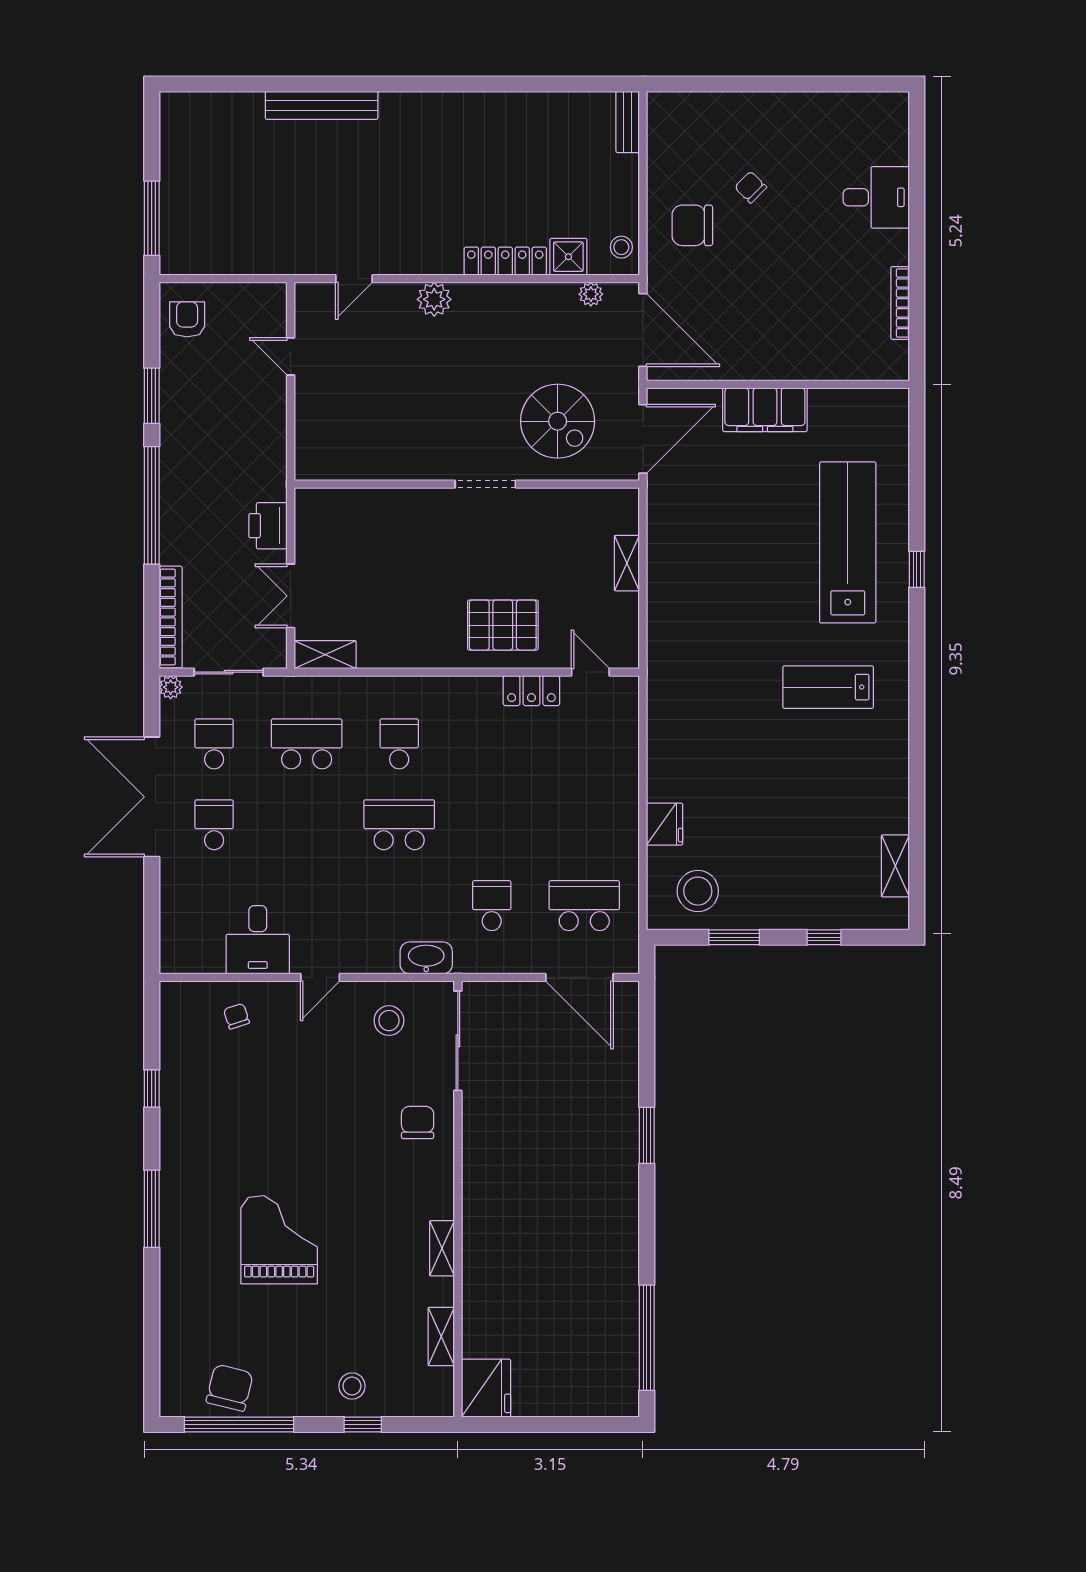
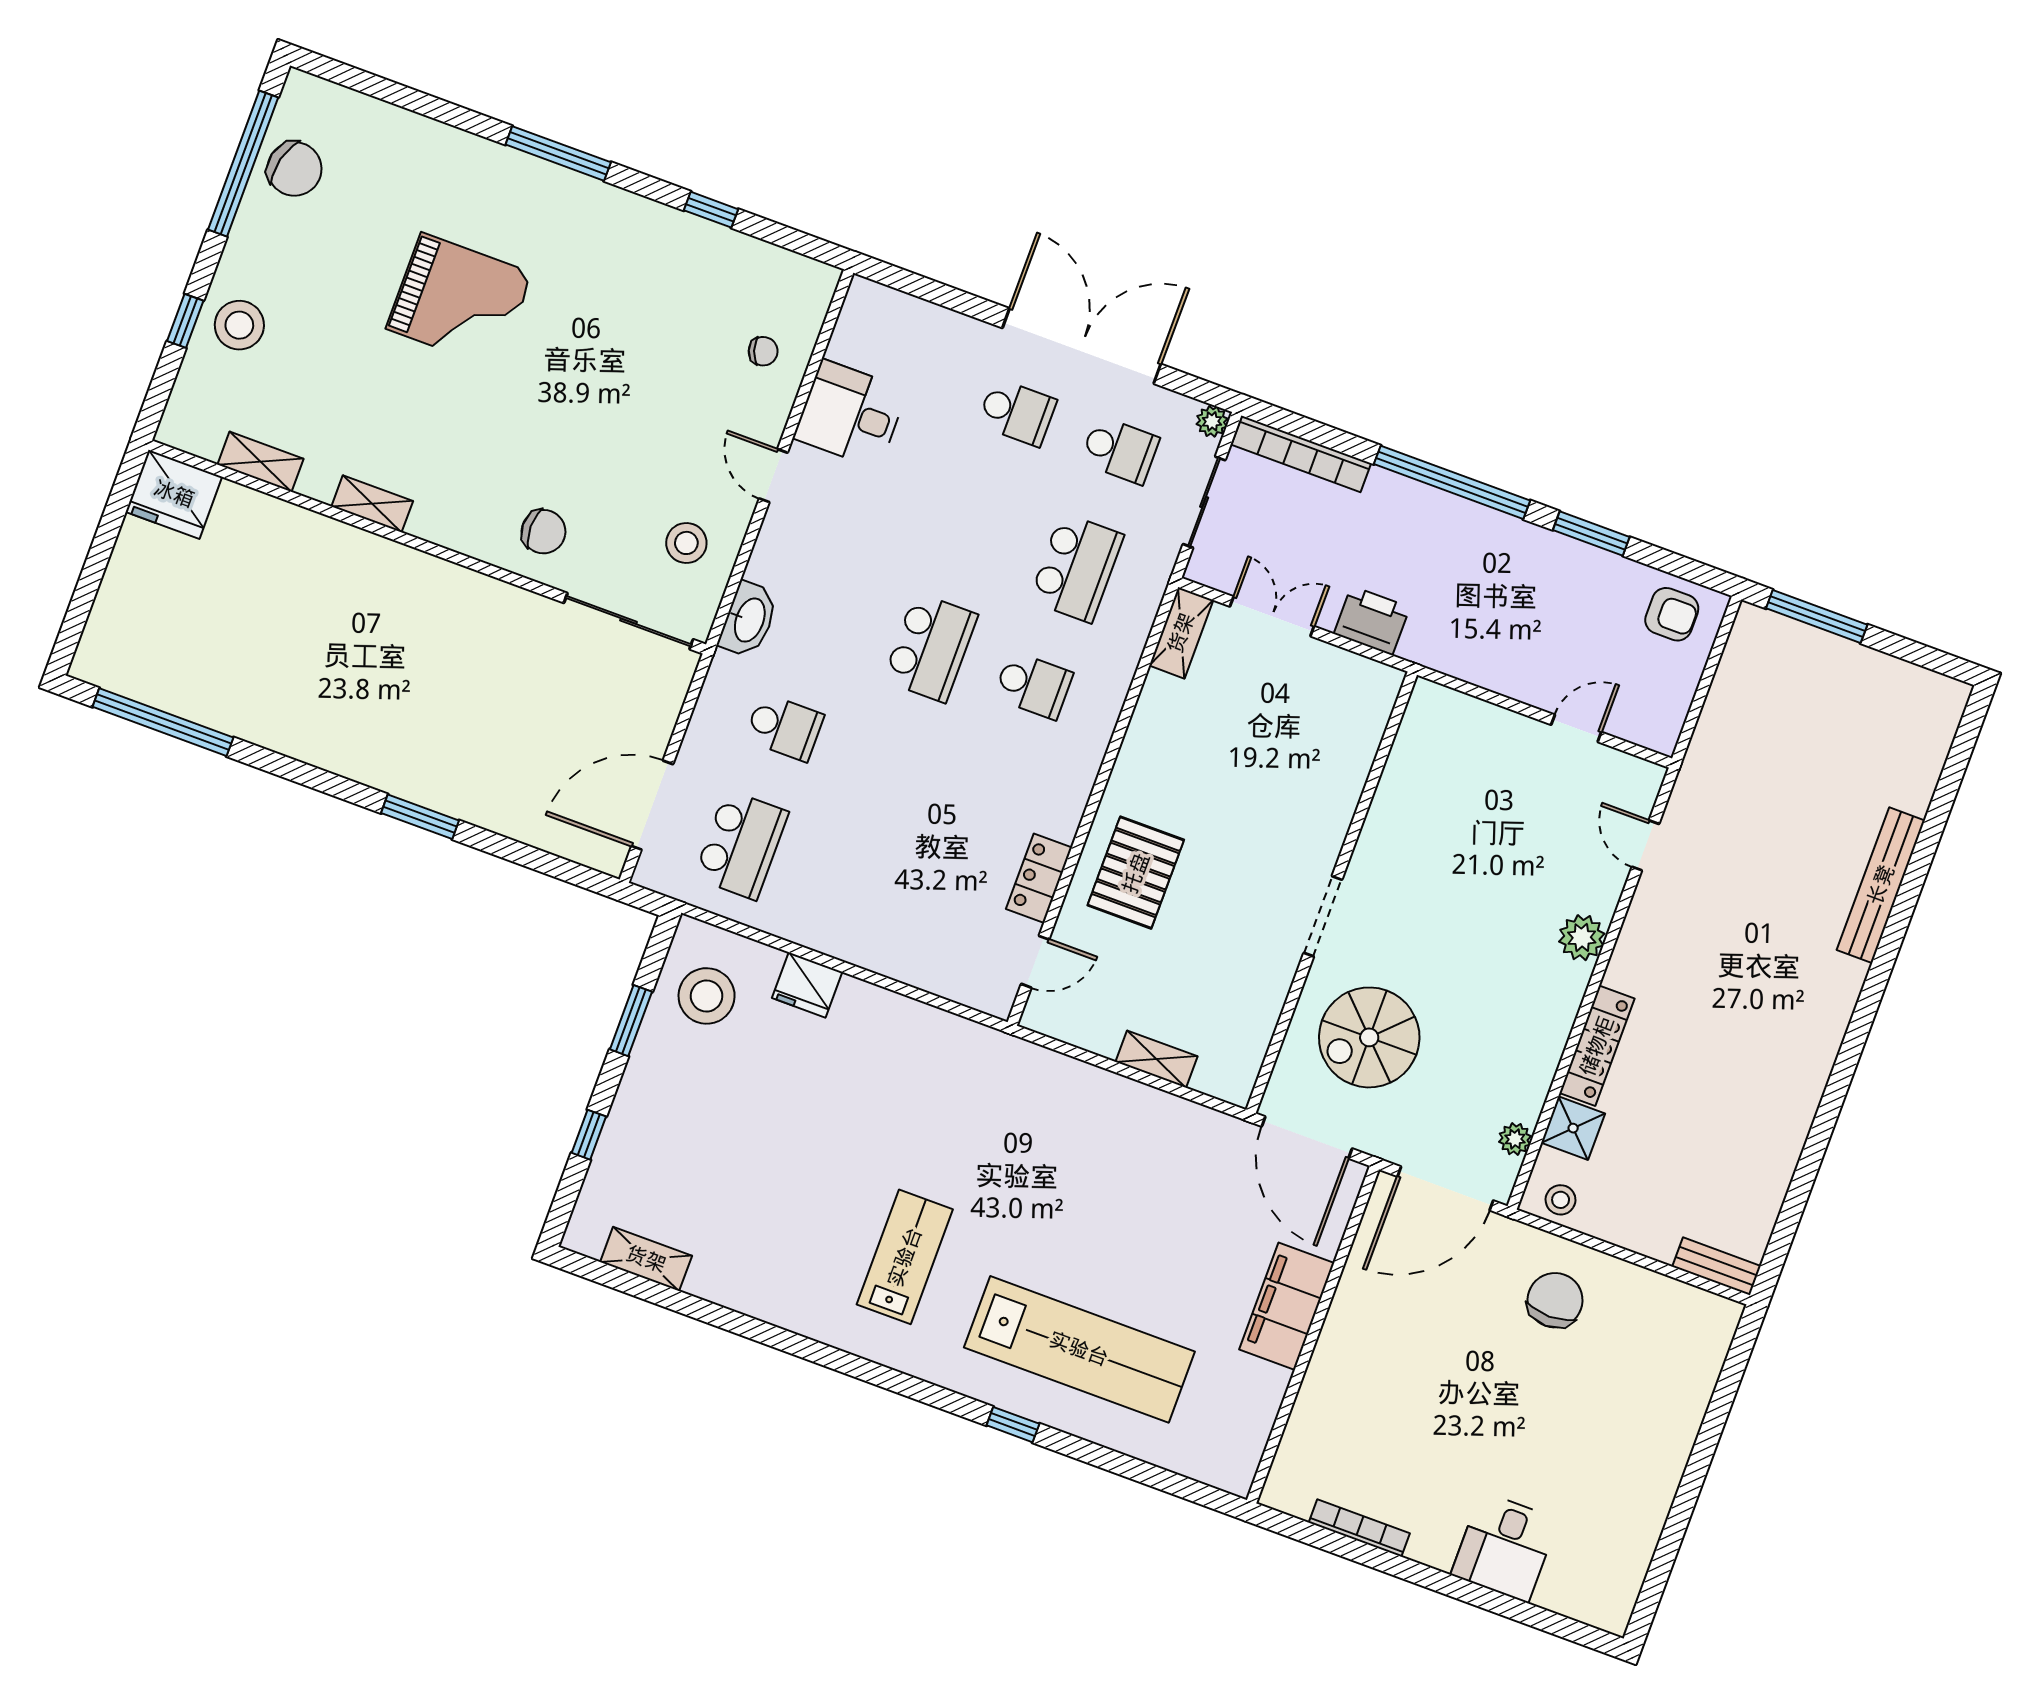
chair: (751, 187) -> (1576, 1392), removed
stool: (352, 1386) -> (239, 325), width x1.38, depth x1.38

